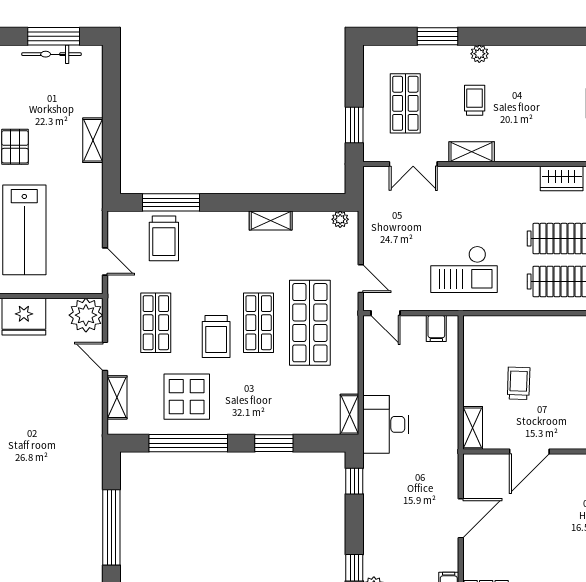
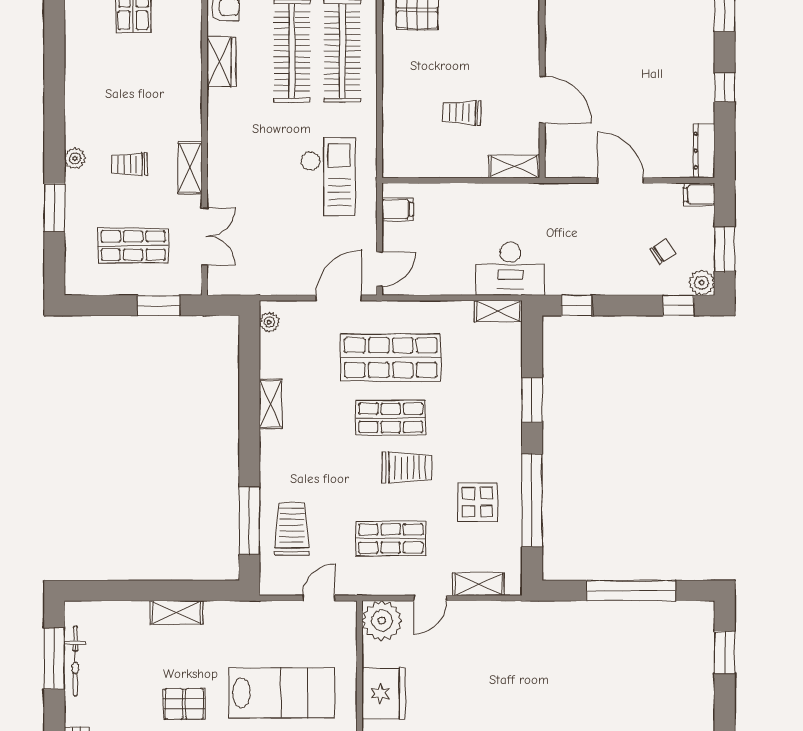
trolley: (164, 238) -> (292, 529), turned -90
door: (361, 279) -> (339, 298), width x1.38
display table: (187, 397) -> (477, 502), width x0.73, depth x0.73
chair: (400, 554) -> (663, 251), added

